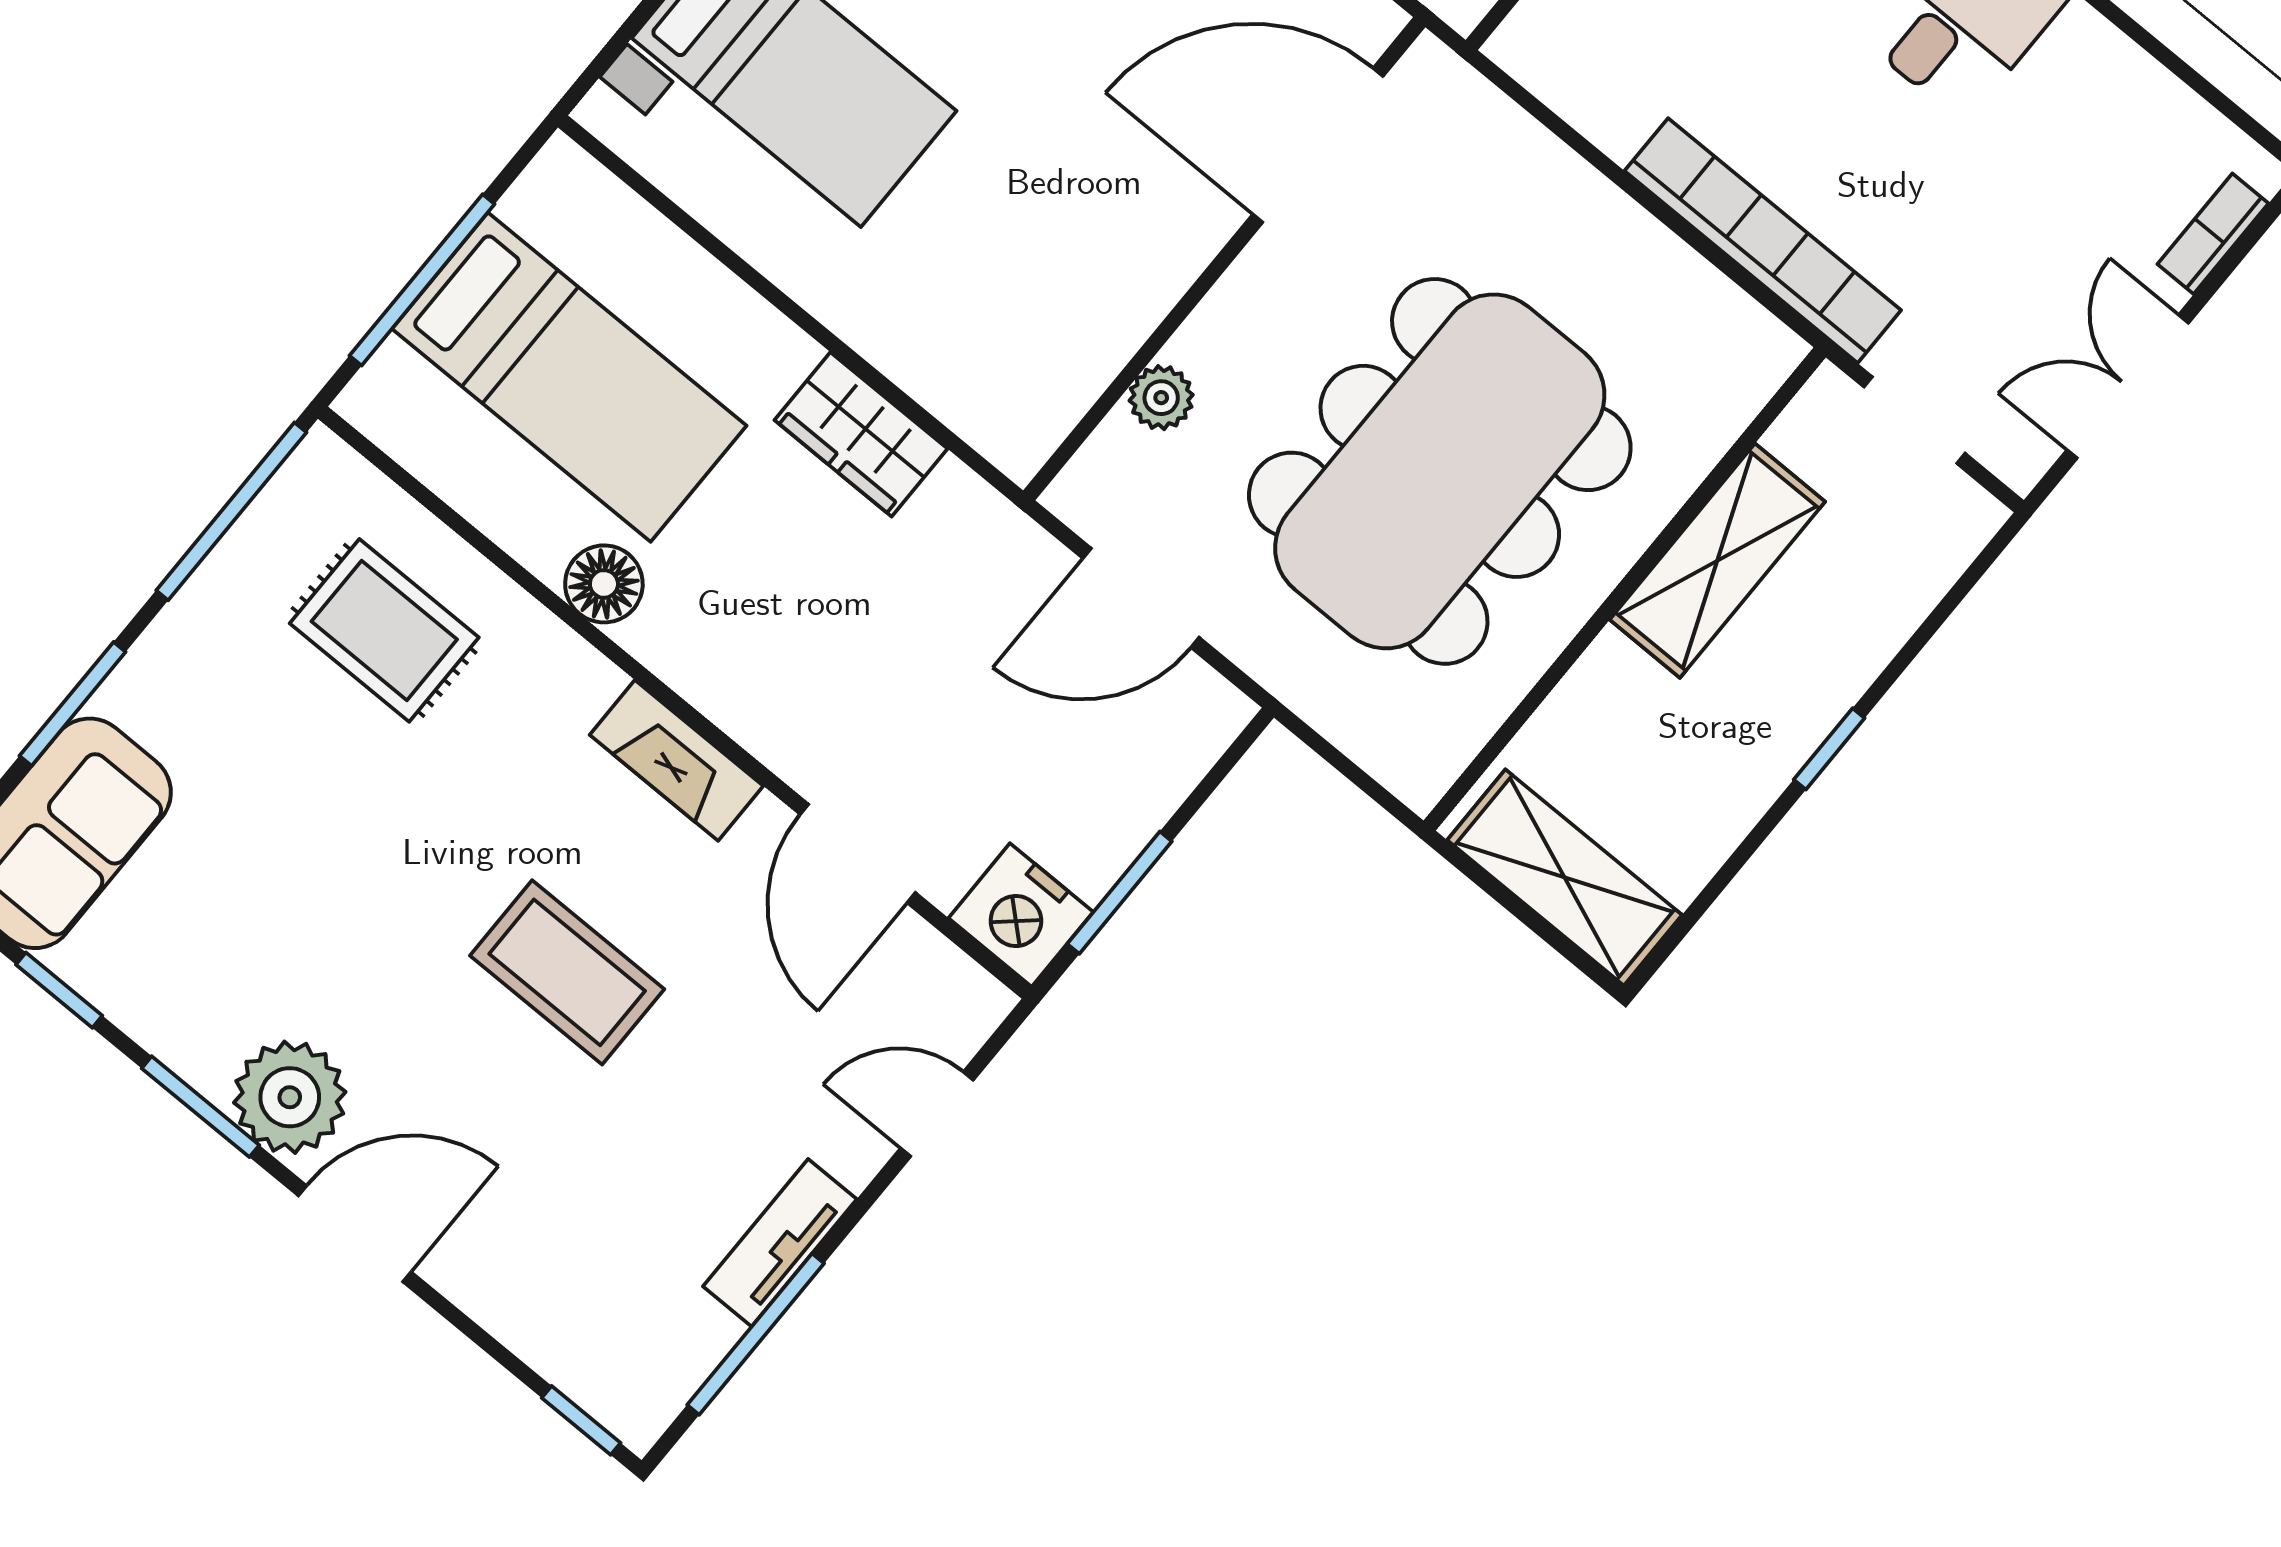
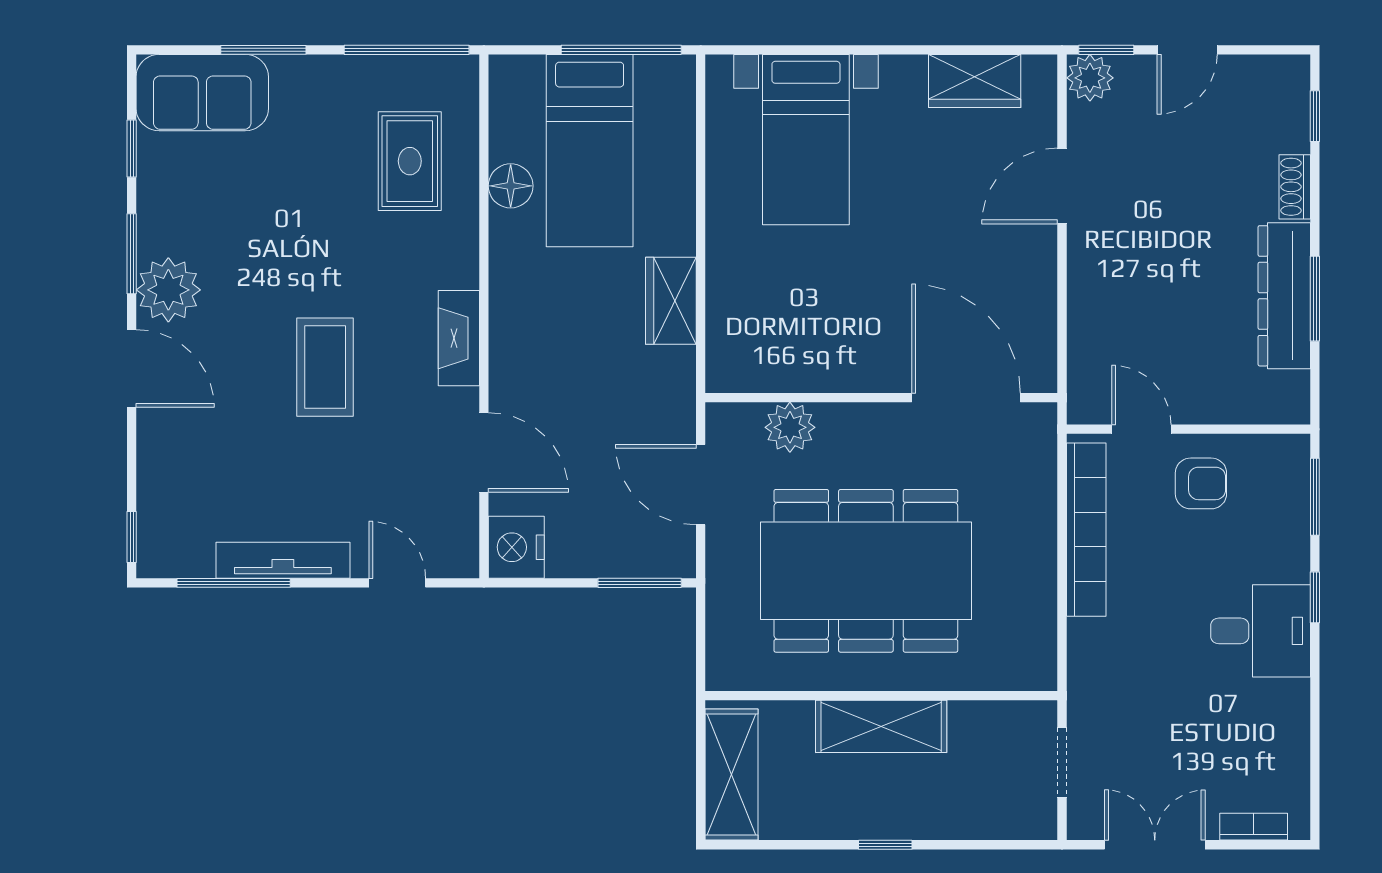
bookcase: (1763, 241) -> (1086, 530), moved
window: (422, 280) -> (621, 50), moved
plant: (1161, 398) -> (790, 427), width x1.38, depth x1.38
shelving: (1717, 561) -> (881, 726), moved
floor lamp: (604, 584) -> (511, 186), moved
door: (858, 854) -> (484, 453), swing flipped
window: (1120, 893) -> (640, 583), moved
tv unit: (780, 1243) -> (283, 560), width x1.41

